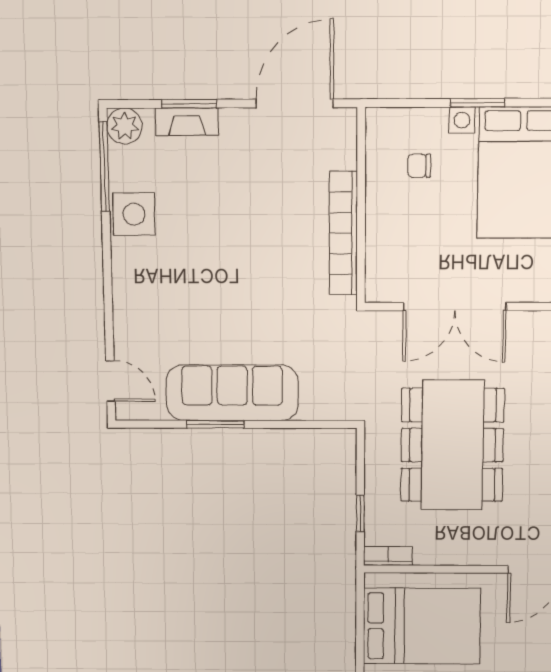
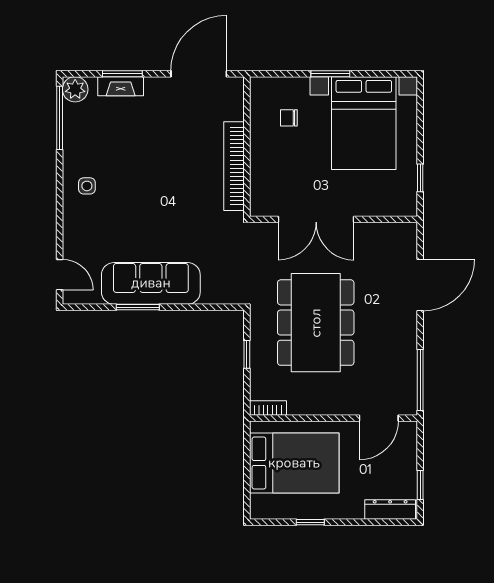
side table: (134, 214) -> (87, 186), moved, width x0.54, depth x0.54
window: (360, 513) -> (247, 354), moved

